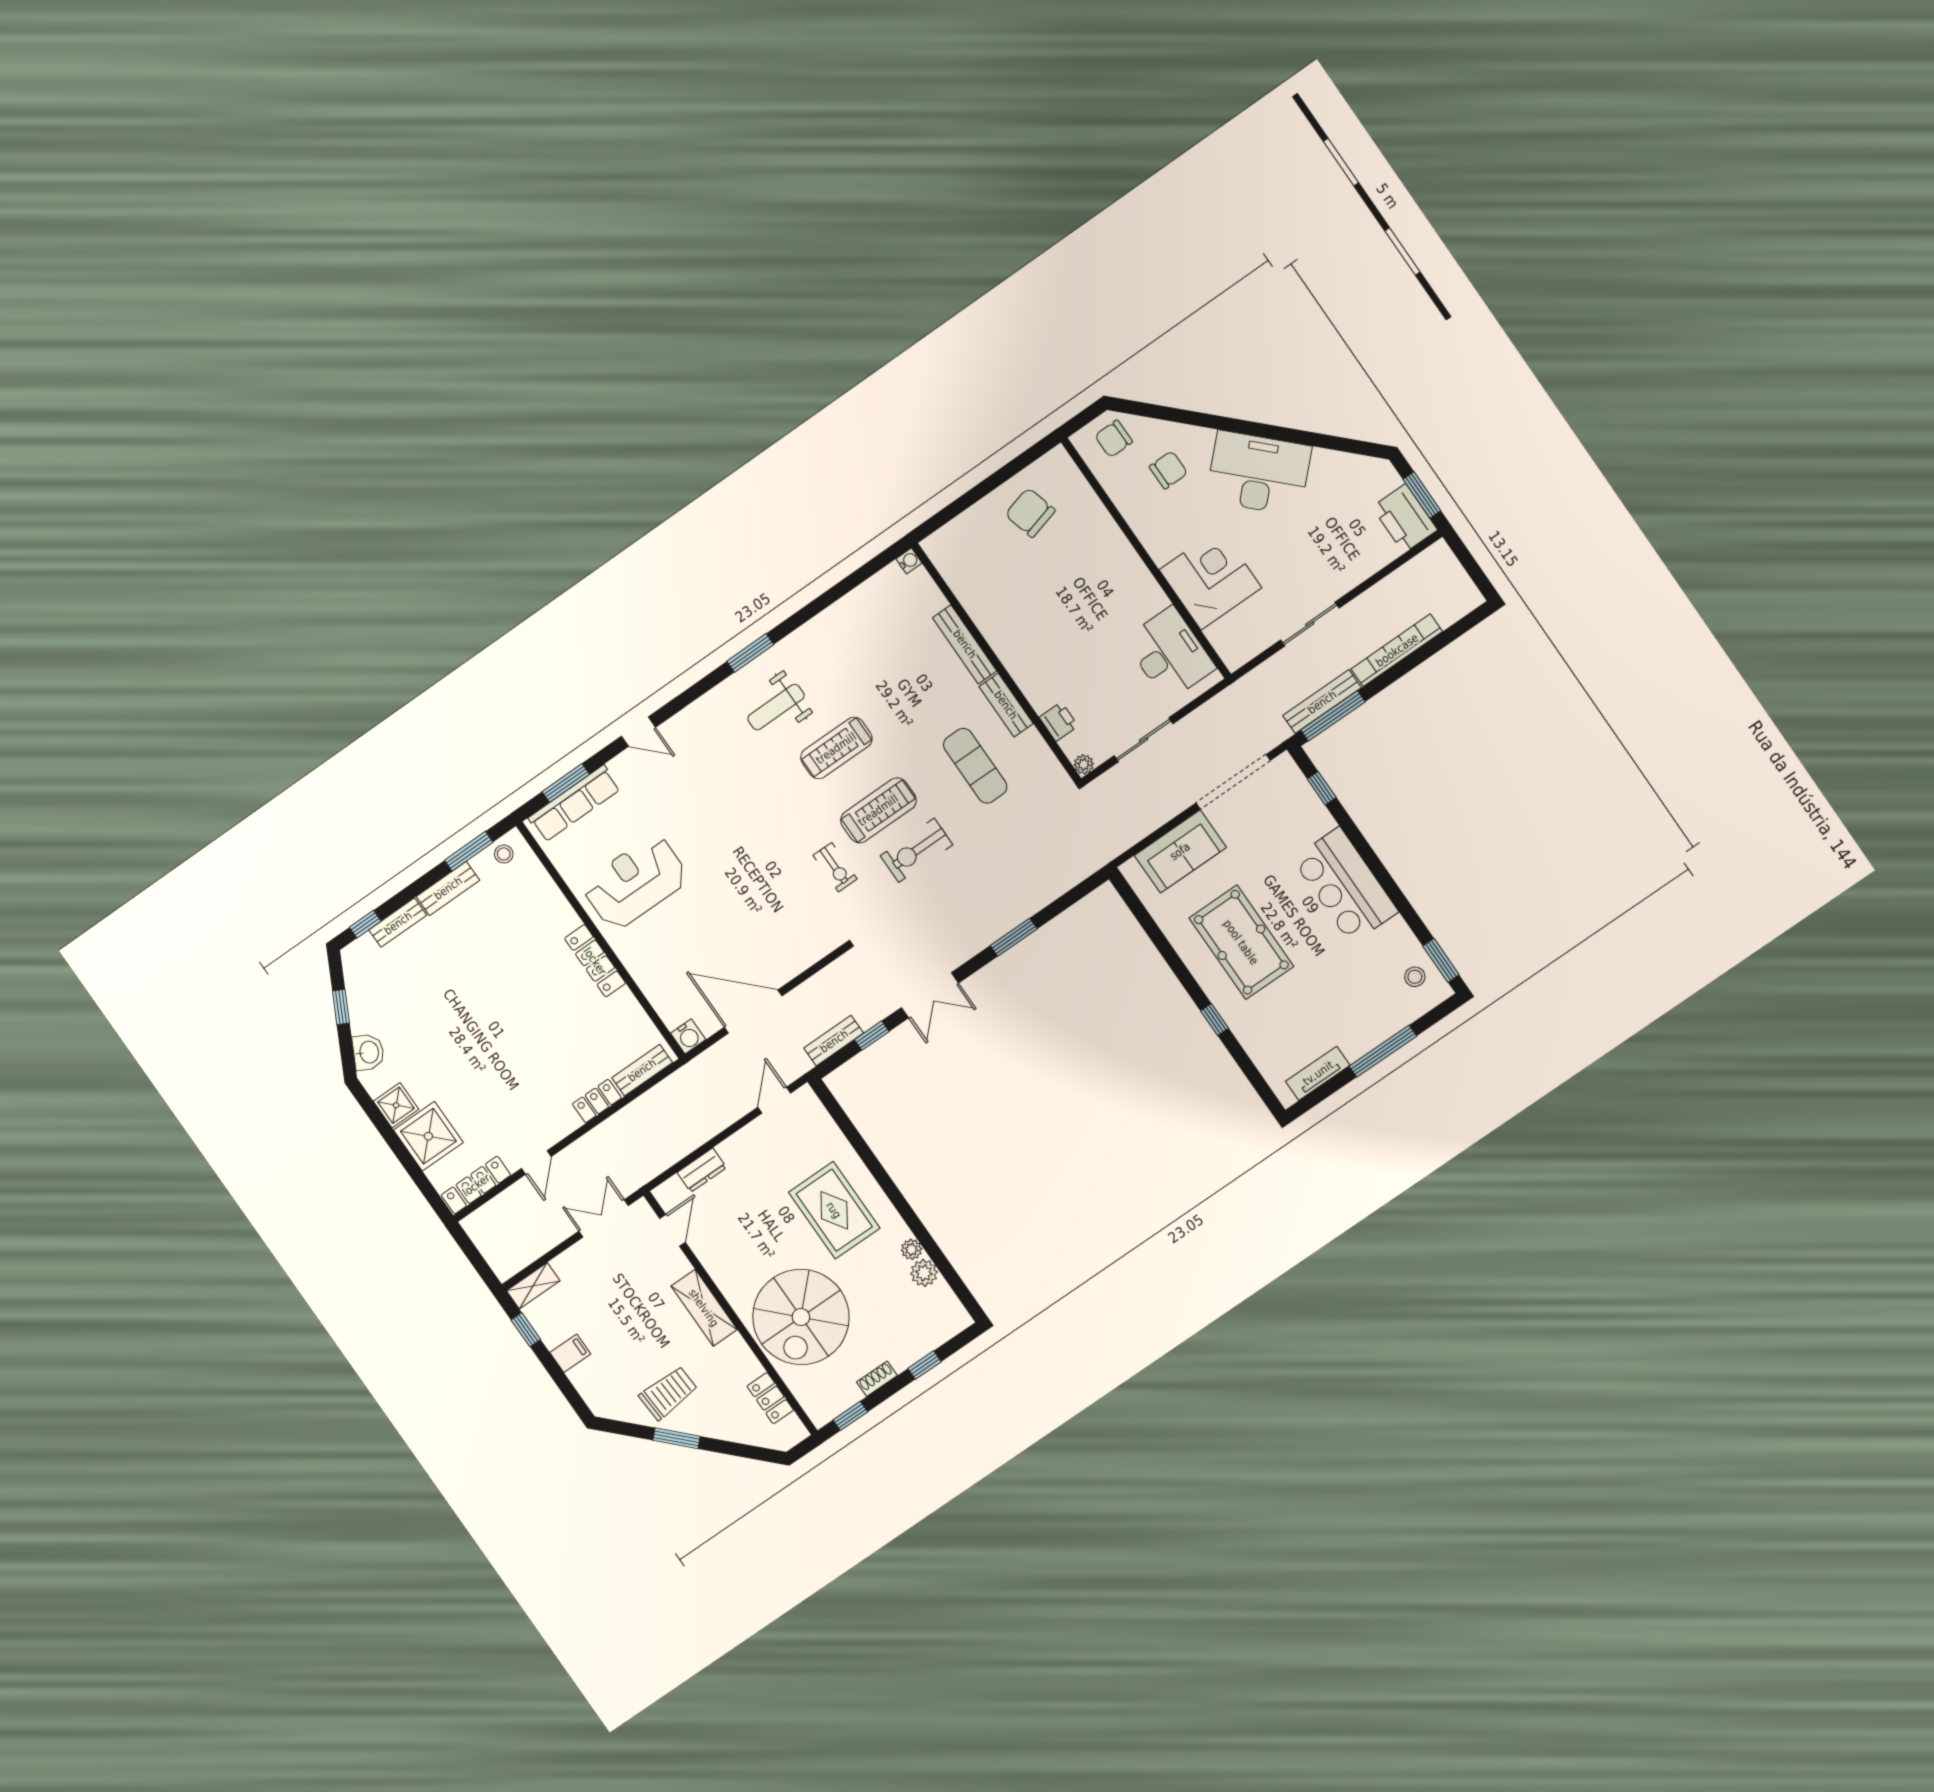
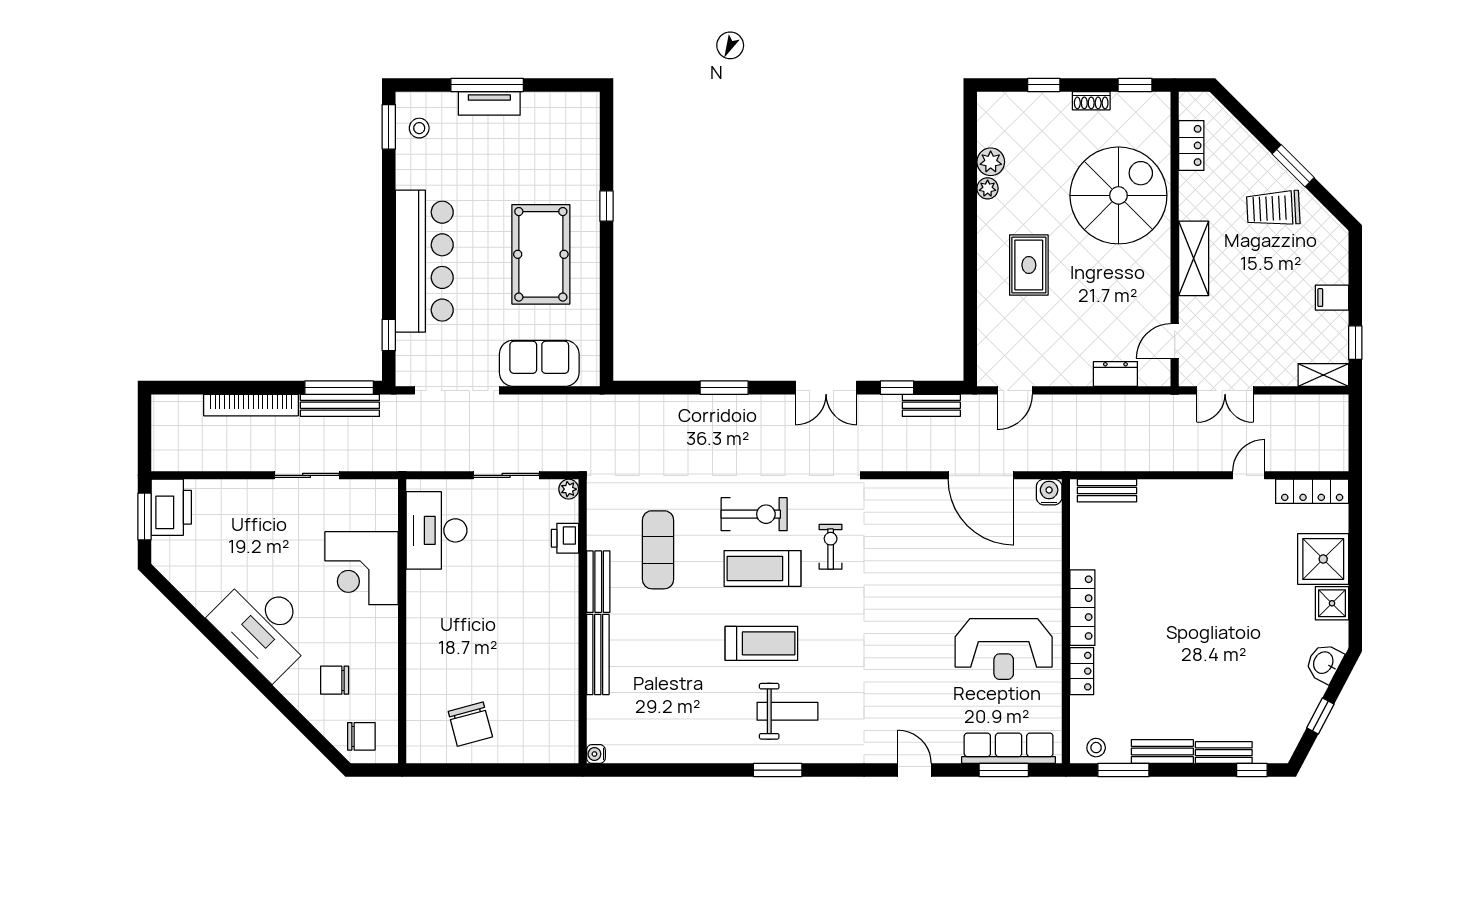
bar counter: (1345, 885) -> (424, 261), width x1.36
double door: (930, 995) -> (826, 388), swing flipped
tv unit: (1318, 1073) -> (489, 103), moved
locker: (597, 1101) -> (1082, 671), moved, turned -90
rug: (834, 1210) -> (1029, 265), width x0.73, depth x0.70

